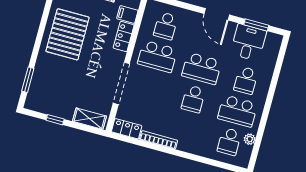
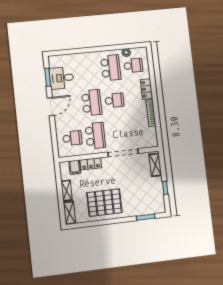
school desk: (246, 80) -> (88, 70), removed
locker: (127, 129) -> (146, 89), moved

